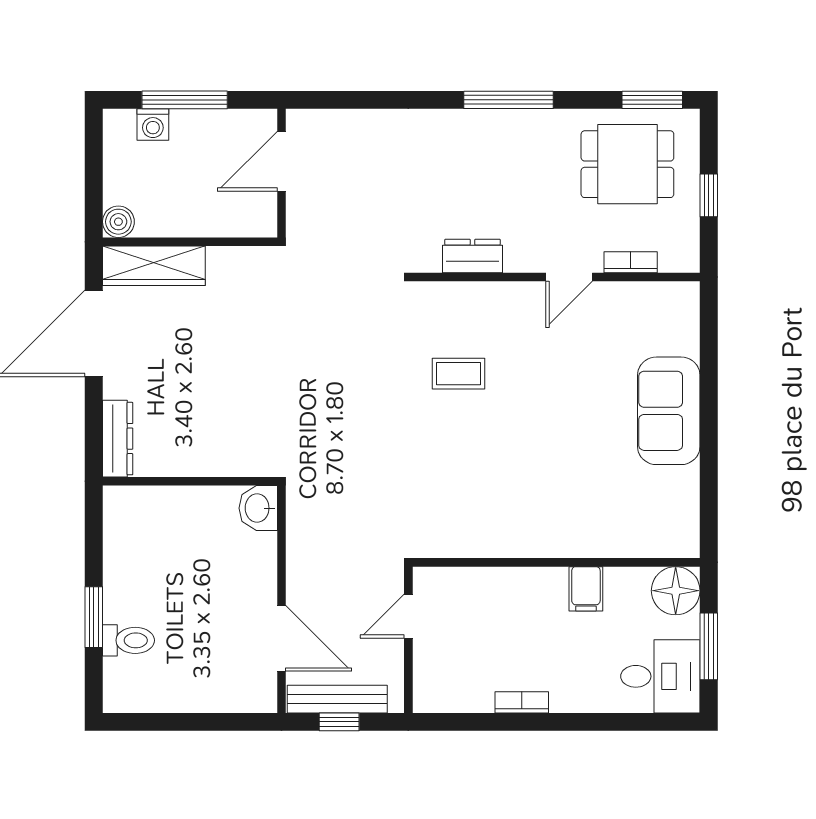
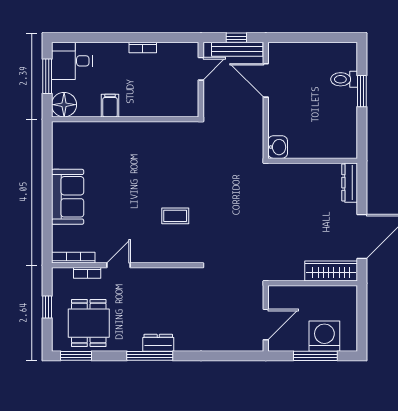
washing machine: (153, 124) -> (324, 336), width x1.89, depth x1.89
dining table: (627, 164) -> (89, 323), turned 90
boiler: (118, 222) -> (349, 294), removed
dresser: (472, 256) -> (158, 343), moved, turned 180
bookcase: (658, 292) -> (73, 258), added
door: (408, 616) -> (201, 69), moved

